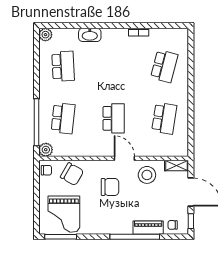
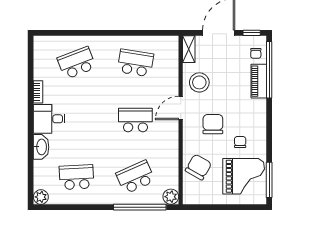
desk: (115, 42) -> (49, 119), added
school desk: (164, 66) -> (77, 63), turned -36
school desk: (63, 118) -> (135, 177), turned -30
chair: (46, 170) -> (240, 142), moved
window: (135, 237) -> (269, 70), moved

